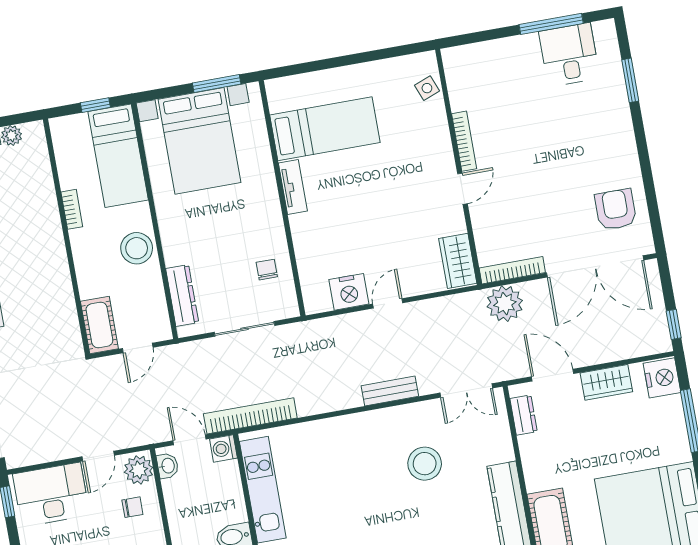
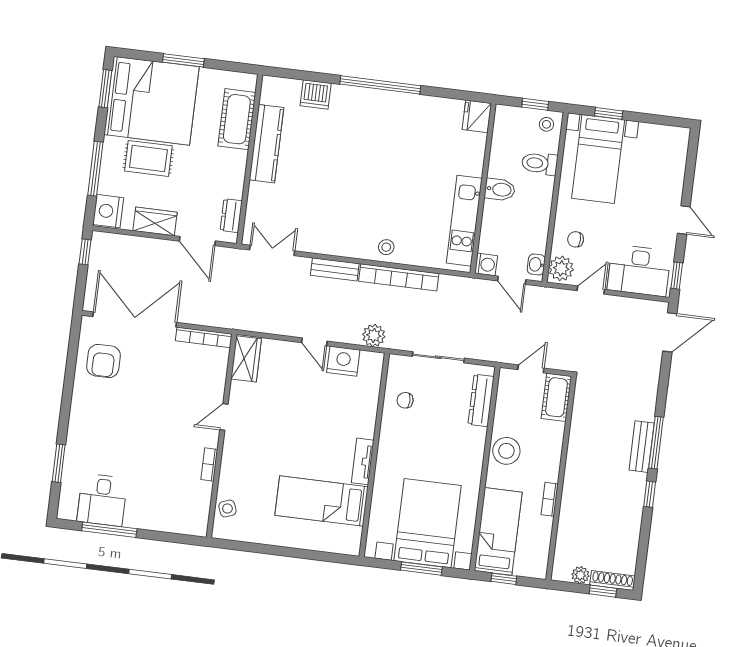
window: (217, 83) -> (421, 569), moved
bookcase: (464, 141) -> (209, 464), width x0.64
chair: (267, 270) -> (405, 400), turned 90
door: (388, 303) -> (314, 342), hinge flipped
plant: (505, 304) -> (374, 335), moved, width x0.73, depth x0.73
bookcase: (250, 416) -> (399, 277), moved
rug: (635, 450) -> (148, 158), added
stool: (425, 464) -> (386, 247), moved, width x0.53, depth x0.53

